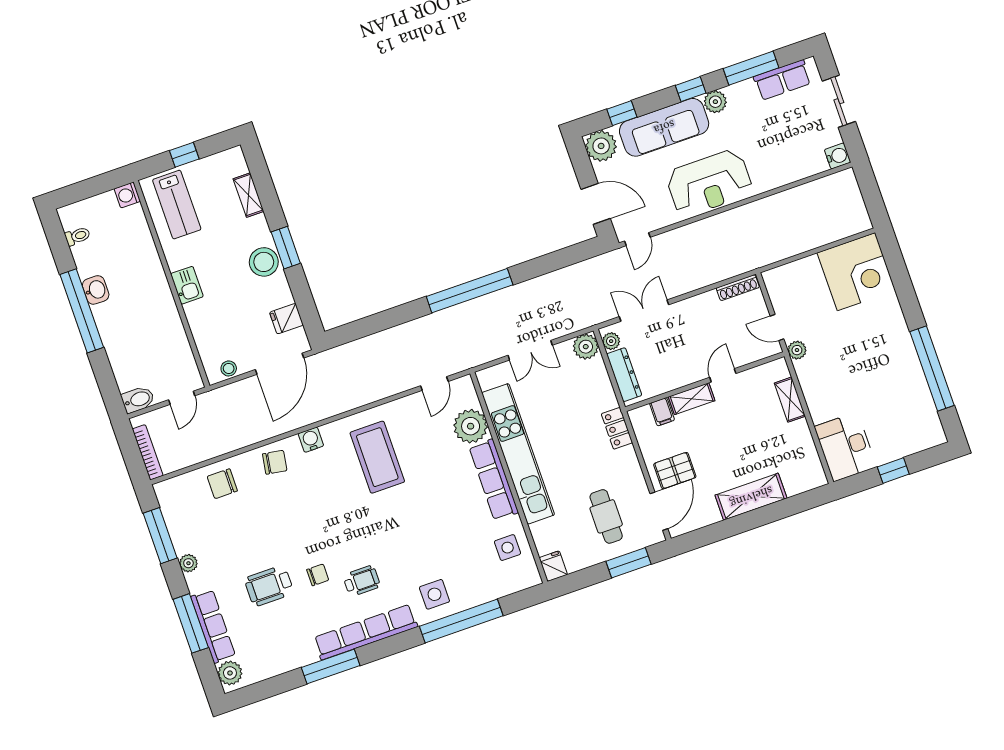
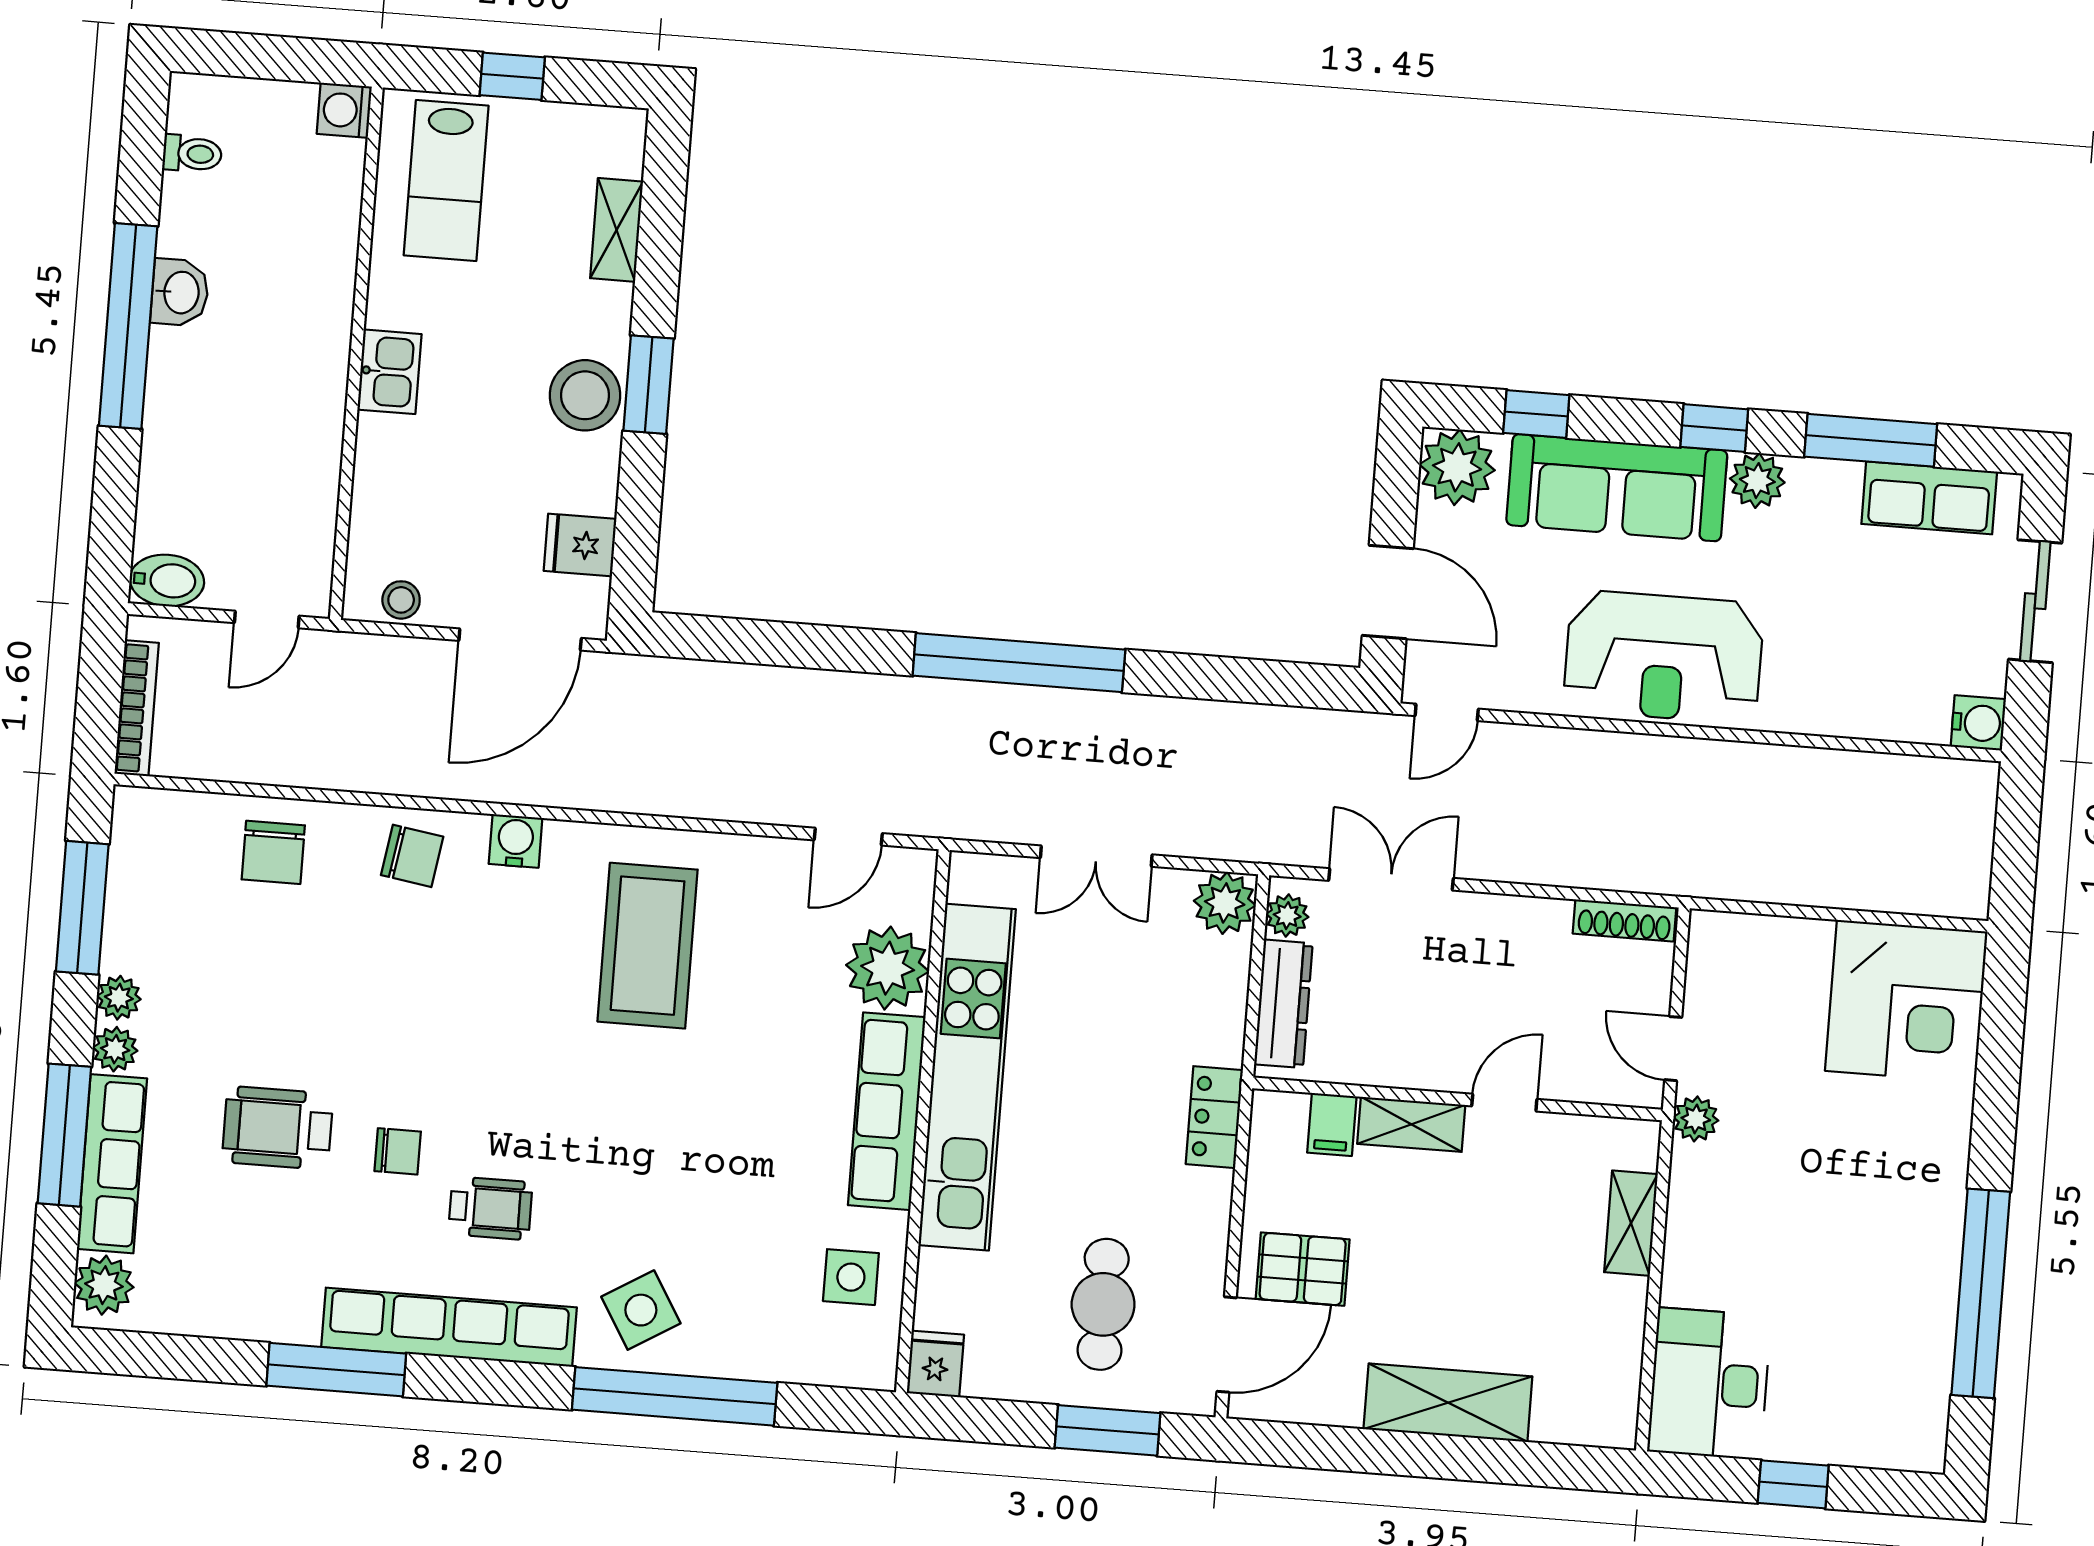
chair: (222, 484) -> (273, 852), turned -90
plant: (195, 583) -> (115, 1049), added
side table: (434, 594) -> (641, 1310), turned -31

